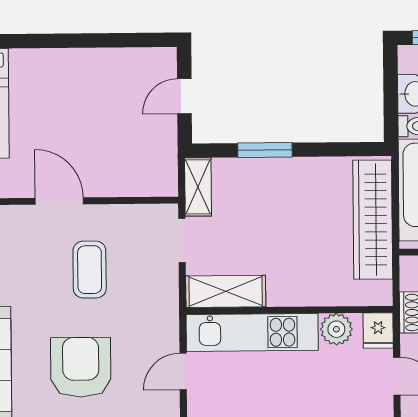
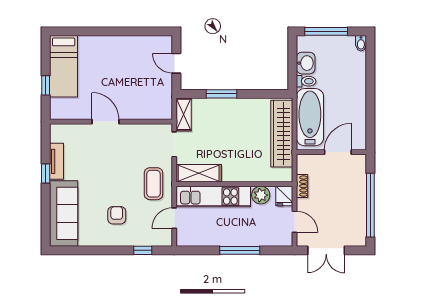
door: (184, 96) -> (176, 63), hinge flipped
coffee table: (90, 270) -> (153, 184), moved
armchair: (81, 367) -> (117, 215), width x0.53, depth x0.53

